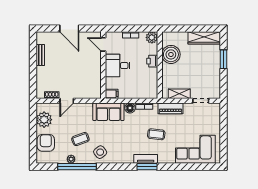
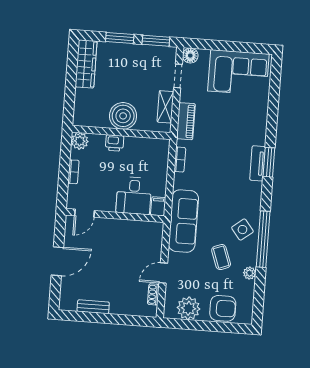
boiler: (171, 54) -> (123, 116), moved
desk: (118, 66) -> (134, 196), moved
window: (224, 84) -> (156, 41), added
door: (67, 101) -> (163, 273), swing flipped
floor lamp: (130, 108) -> (190, 56), moved
sofa: (108, 112) -> (183, 221), width x1.36
coffee table: (156, 134) -> (222, 145), removed
armchair: (46, 143) -> (223, 308), turned 180
corner sofa: (195, 149) -> (238, 72), moved, turned -90
window: (77, 167) -> (263, 239), moved

